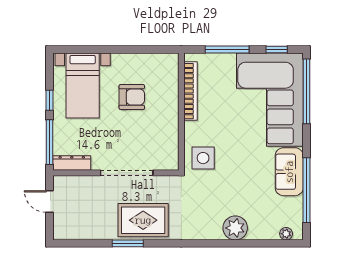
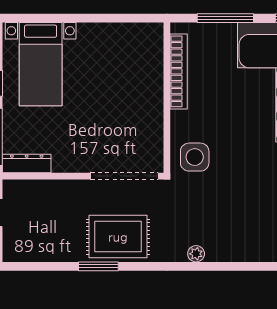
armchair: (132, 97) -> (103, 79), removed
doorway: (127, 173) -> (124, 176), moved
plant: (235, 228) -> (196, 254), moved, width x0.53, depth x0.53

